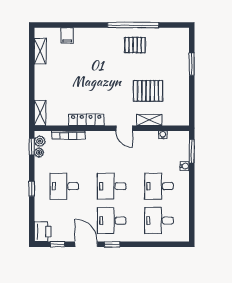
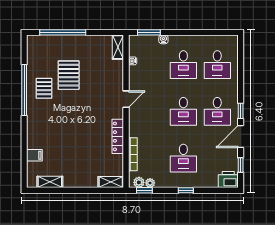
window: (192, 64) -> (63, 32), width x2.11
pallet: (148, 91) -> (69, 75), moved
shelving: (149, 120) -> (118, 47), moved

